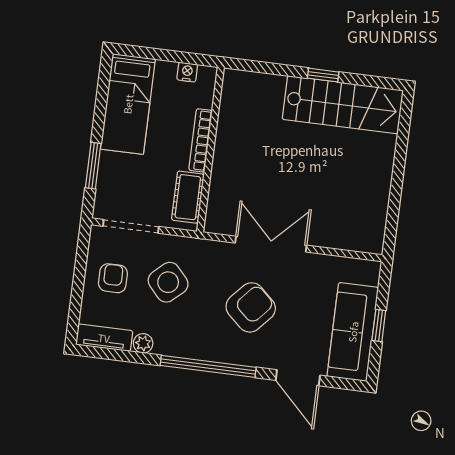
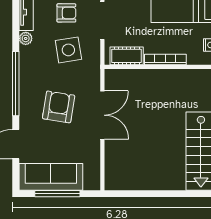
side table: (168, 282) -> (68, 50), turned 33
armchair: (251, 307) -> (59, 107), turned -123
window: (379, 325) -> (57, 194), width x2.17

